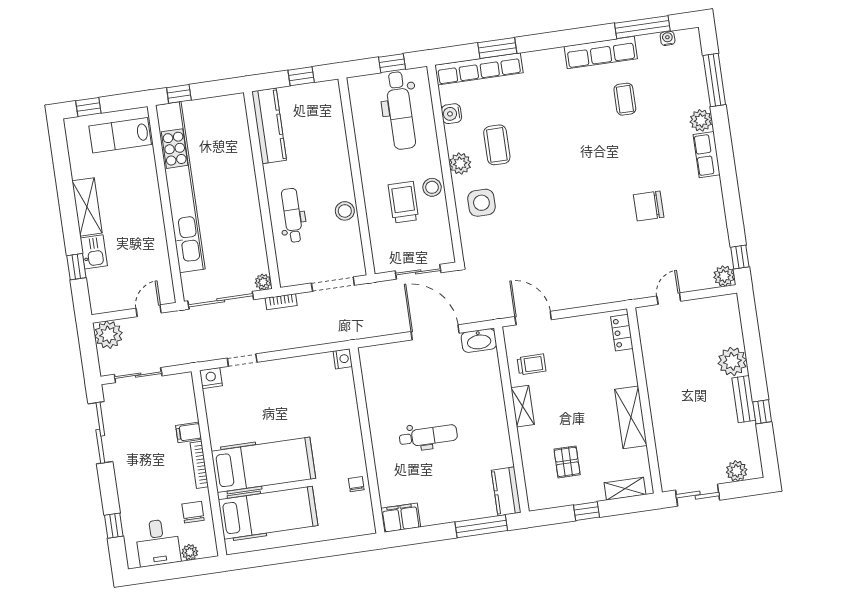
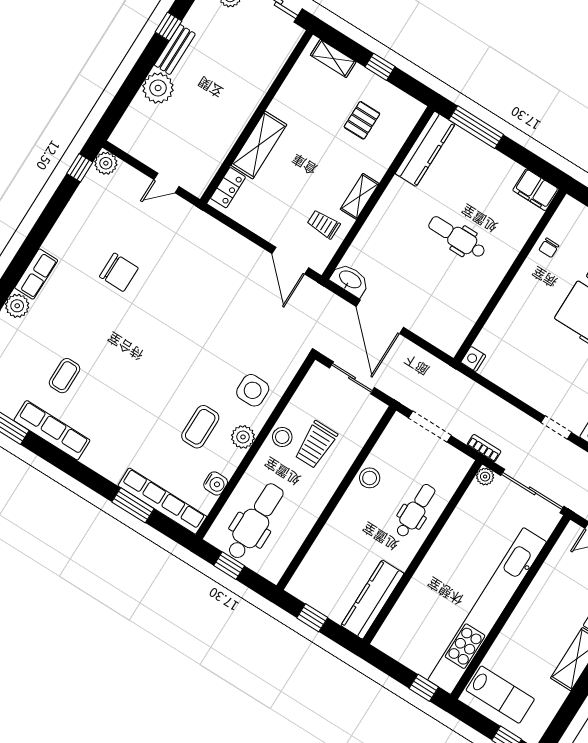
dental chair: (292, 215) -> (415, 511), turned 180
shelving: (631, 417) -> (259, 145), moved
kitchen counter: (506, 491) -> (425, 149), width x1.50

